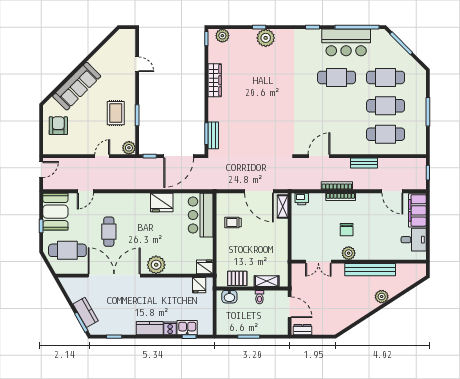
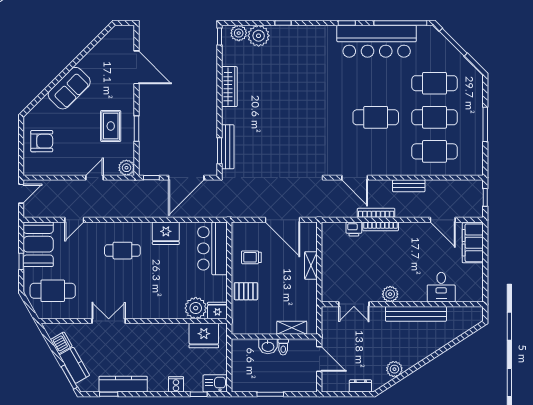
plant: (266, 38) -> (259, 36), moved
bar counter: (346, 42) -> (377, 41), width x1.36
door: (137, 64) -> (136, 67), width x1.88
cafe table: (337, 77) -> (376, 117), moved
sofa: (77, 86) -> (69, 88), width x0.73
armchair: (58, 126) -> (42, 141), turned 90
bench: (213, 135) -> (228, 147), width x1.36
door: (319, 156) -> (355, 178), swing flipped
printer: (302, 199) -> (354, 229), moved
shelving: (283, 207) -> (311, 265), moved
chair: (347, 230) -> (388, 266), removed
cafe table: (109, 232) -> (122, 251), moved, turned 90
desk: (414, 240) -> (441, 287), moved, turned 90
plant: (156, 265) -> (196, 308), moved
double door: (114, 276) -> (109, 321), width x0.54
pallet: (237, 278) -> (246, 291), moved
fridge: (199, 285) -> (204, 336), width x1.88, depth x1.34
dishwasher: (75, 294) -> (61, 343), added
washbasin: (229, 297) -> (268, 346), moved
plant: (382, 297) -> (394, 369), moved
kitchen counter: (150, 328) -> (123, 384), moved, width x1.50
kitchen sink: (187, 328) -> (215, 383), moved
dresser: (303, 330) -> (360, 386), moved

